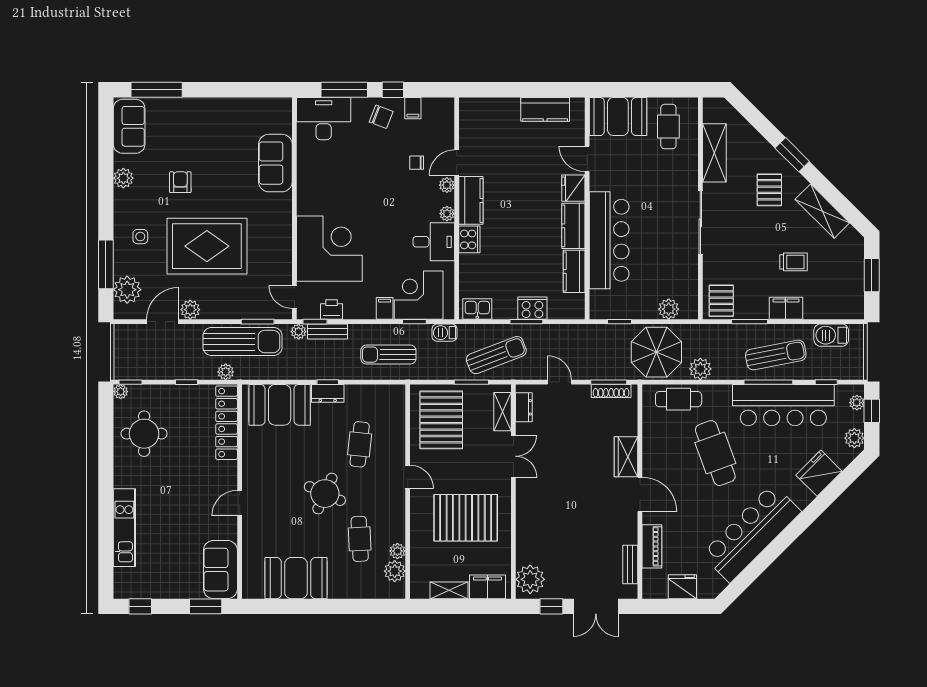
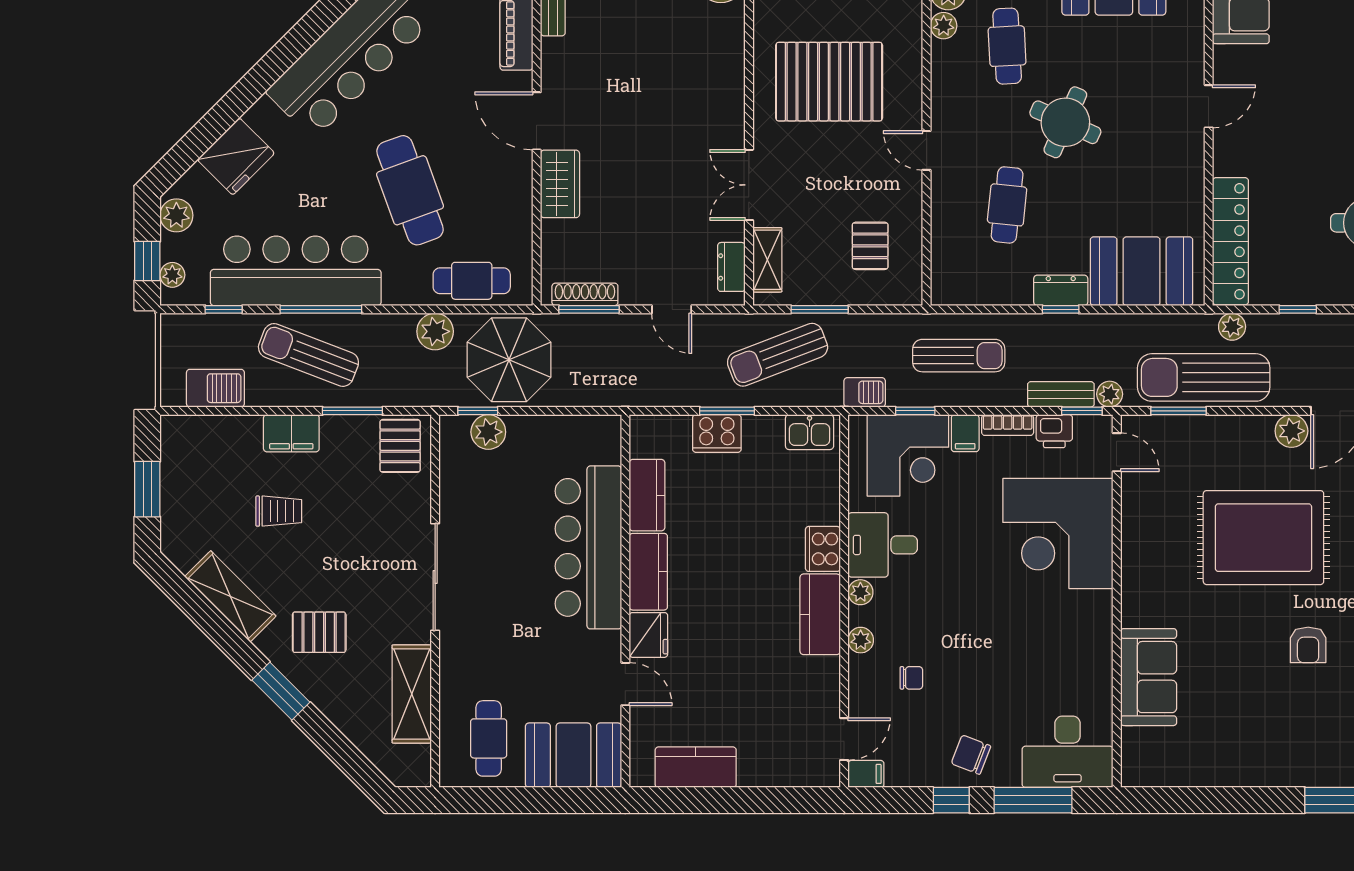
filing cabinet: (413, 108) -> (866, 774), moved, turned 90
door: (457, 163) -> (844, 739), moved
pallet: (769, 190) -> (319, 632), turned 90
trolley: (794, 262) -> (279, 511), turned 180
bookcase: (359, 313) -> (1008, 425), added
window: (620, 322) -> (478, 411), moved
sun lounger: (776, 355) -> (308, 355), turned 32
pallet: (441, 420) -> (870, 246), width x0.49, depth x0.50

